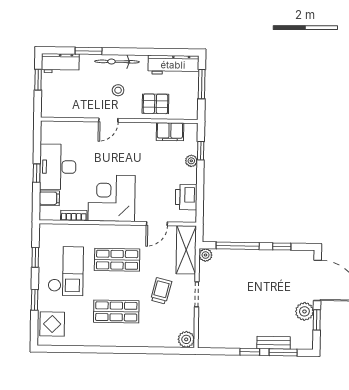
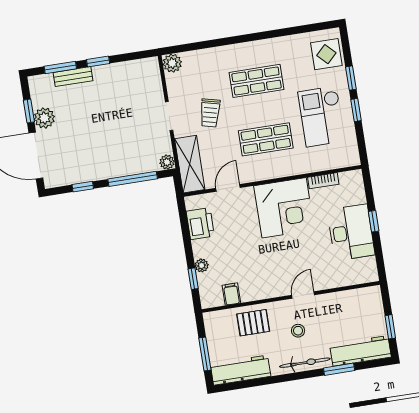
workbench: (60, 63) -> (360, 351), width x1.38
filing cabinet: (170, 132) -> (231, 294), width x0.50
filing cabinet: (49, 198) -> (354, 195), removed
window: (35, 257) -> (356, 110), moved

